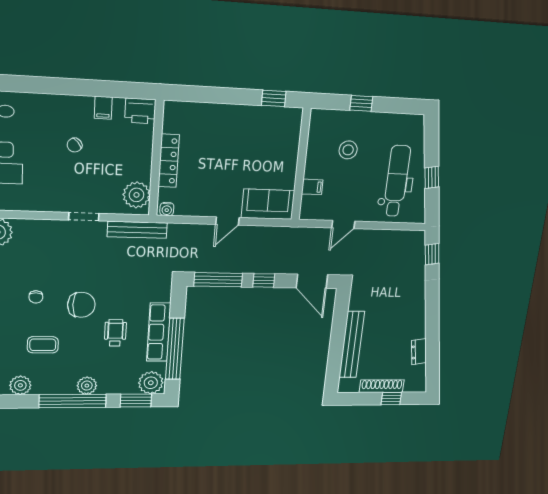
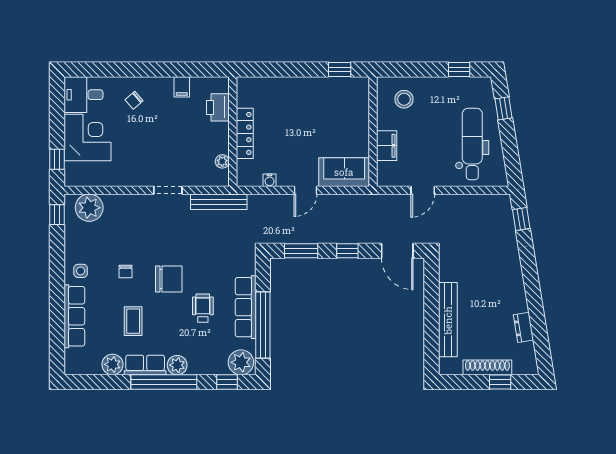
window: (361, 103) -> (459, 70), moved
printer: (140, 111) -> (218, 107), moved, turned 90
chair: (75, 145) -> (134, 100), moved
stool: (348, 150) -> (404, 99), moved
window: (432, 177) -> (503, 108), moved
filing cabinet: (312, 187) -> (387, 146), width x2.00
plant: (136, 195) -> (222, 161), width x0.53, depth x0.53
water cooler: (167, 209) -> (270, 180), moved
window: (218, 280) -> (301, 251), width x0.69
coffee table: (43, 345) -> (133, 321), turned 90
row of seats: (54, 386) -> (145, 365), added
window: (136, 400) -> (227, 382), width x0.67

